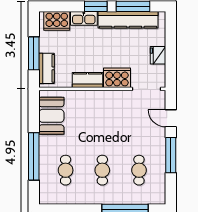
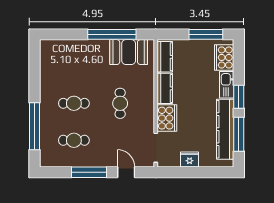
window: (34, 53) -> (206, 34), moved
kitchen counter: (46, 68) -> (165, 57), moved, turned -90
door: (171, 118) -> (126, 172), hinge flipped
window: (34, 156) -> (112, 34), moved
cafe table: (66, 170) -> (120, 103), moved, turned 90

